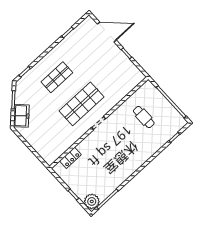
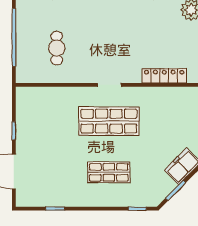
locker: (70, 158) -> (164, 76), width x1.53

